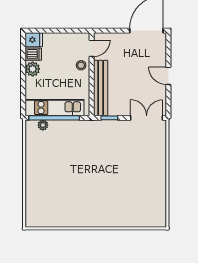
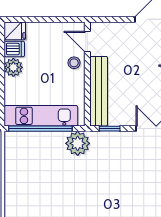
door: (92, 48) -> (87, 41), swing flipped
plant: (43, 125) -> (78, 143), moved, width x1.88, depth x1.88

